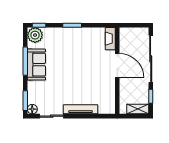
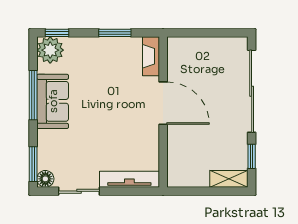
fireplace: (110, 39) -> (151, 56), moved
door: (117, 66) -> (163, 103), moved
wall: (117, 71) -> (163, 112), moved

